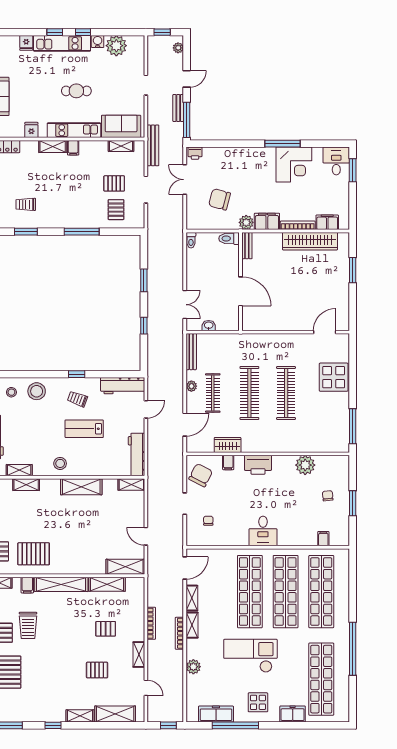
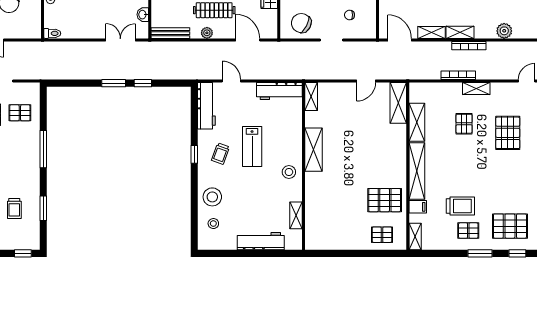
window: (144, 280) -> (114, 83), moved
shelving: (26, 485) -> (311, 208), removed
pallet: (34, 554) -> (385, 200), turned 90
shelving: (139, 655) -> (476, 89), moved
pallet: (97, 670) -> (508, 133), width x1.50, depth x1.42

